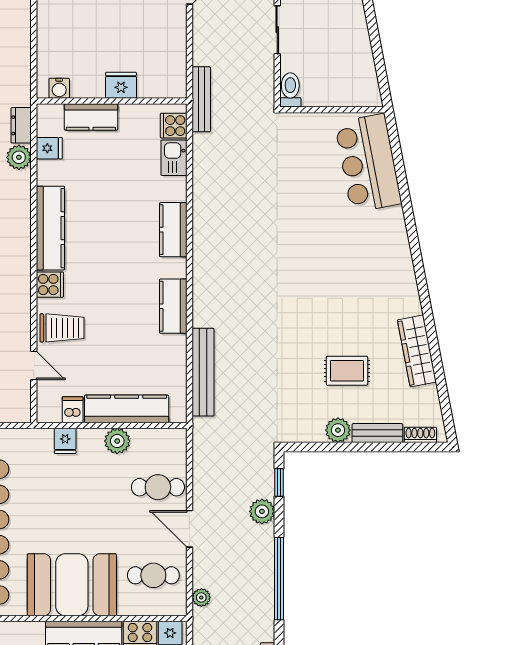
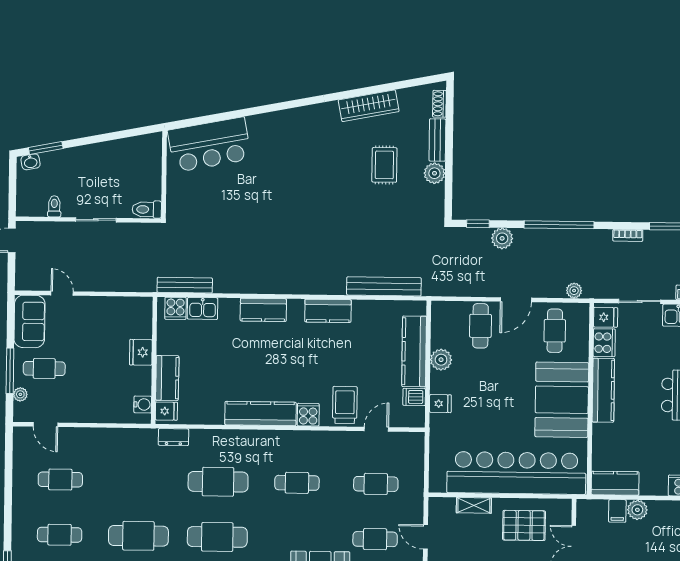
bench: (201, 99) -> (185, 285), moved
fridge: (49, 148) -> (166, 411), moved, turned 90
plant: (19, 157) -> (200, 439), removed

